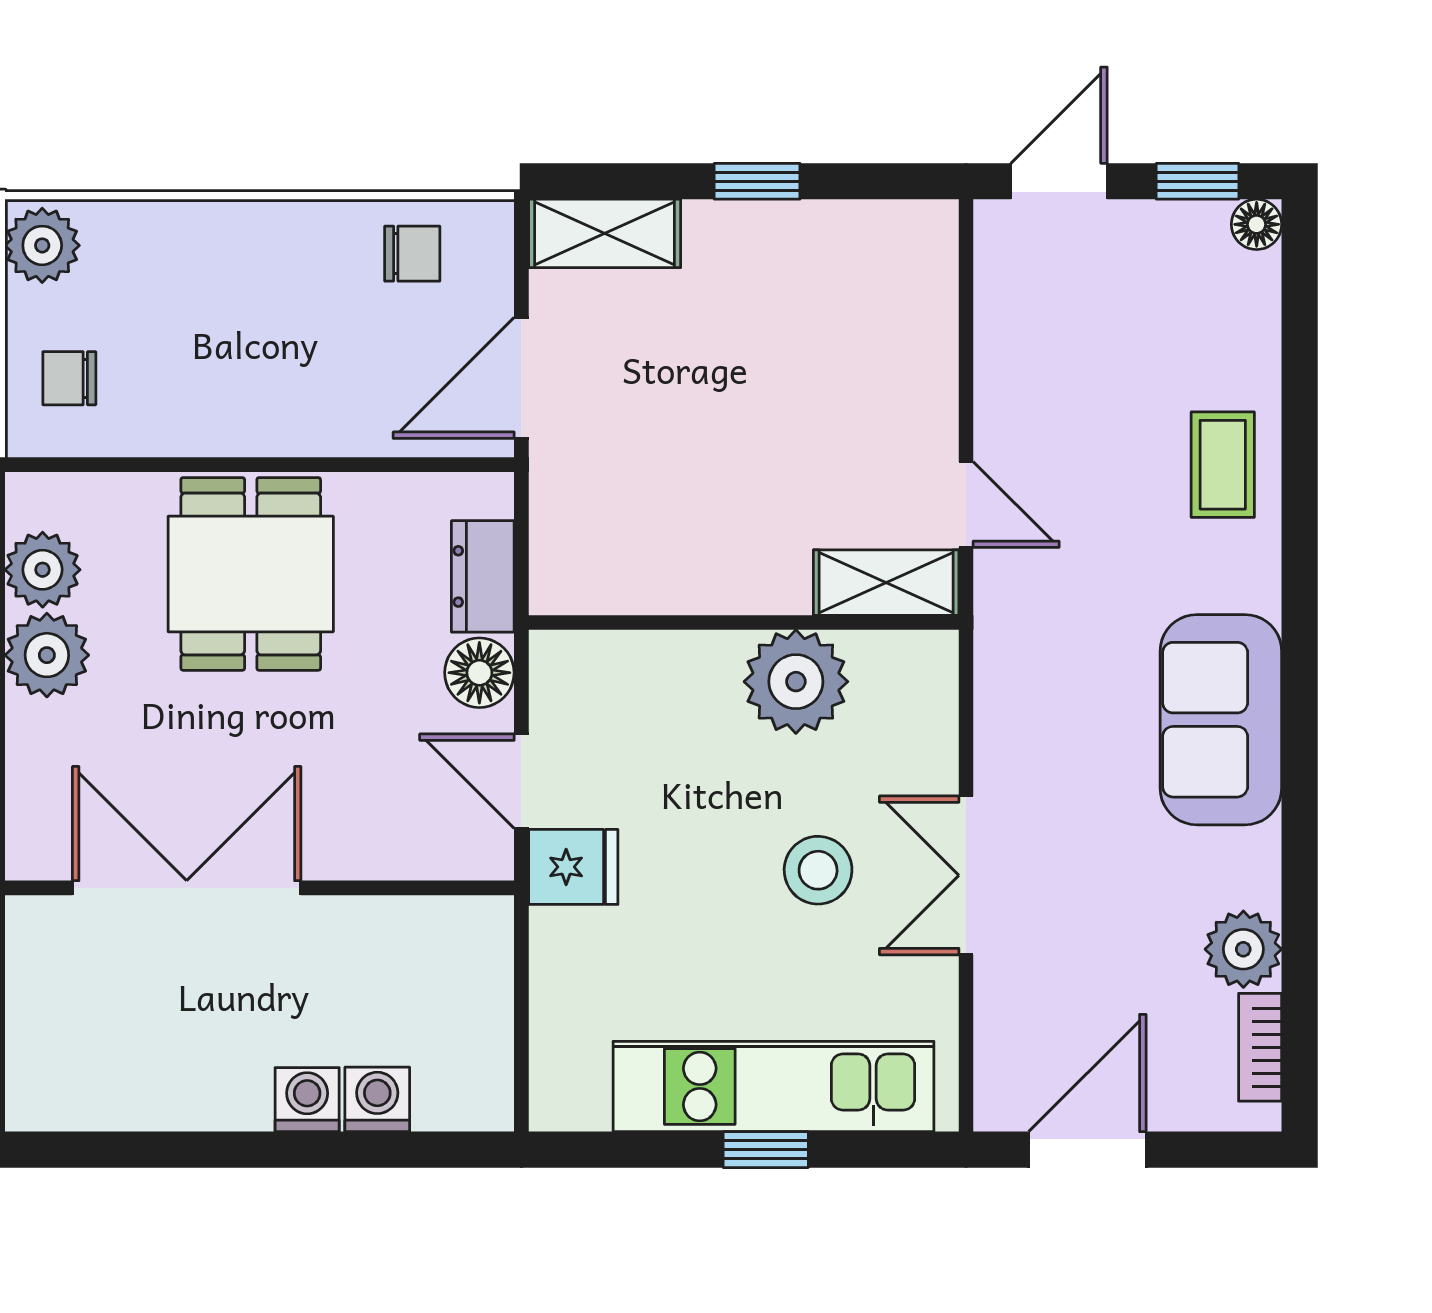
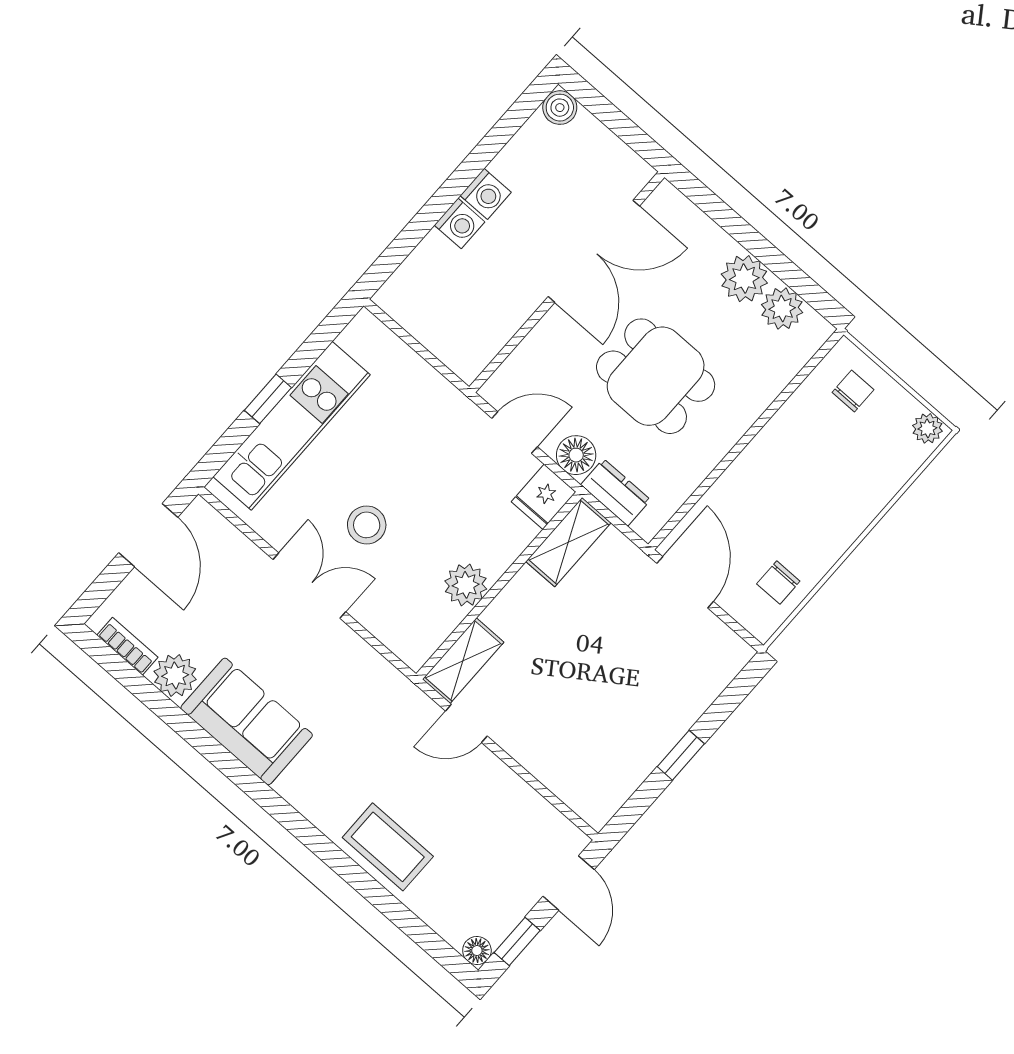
shelving: (605, 233) -> (568, 542), moved
plant: (42, 245) -> (927, 428), width x0.73, depth x0.73
coffee table: (1223, 465) -> (388, 847), width x1.36, depth x1.30
dining table: (251, 574) -> (656, 376), moved
plant: (796, 682) -> (466, 585), width x0.73, depth x0.73
sofa: (1221, 720) -> (247, 721), moved
fridge: (573, 867) -> (544, 497), moved
washing machine: (377, 1099) -> (486, 194), moved
boiler: (35, 1102) -> (560, 108), added

